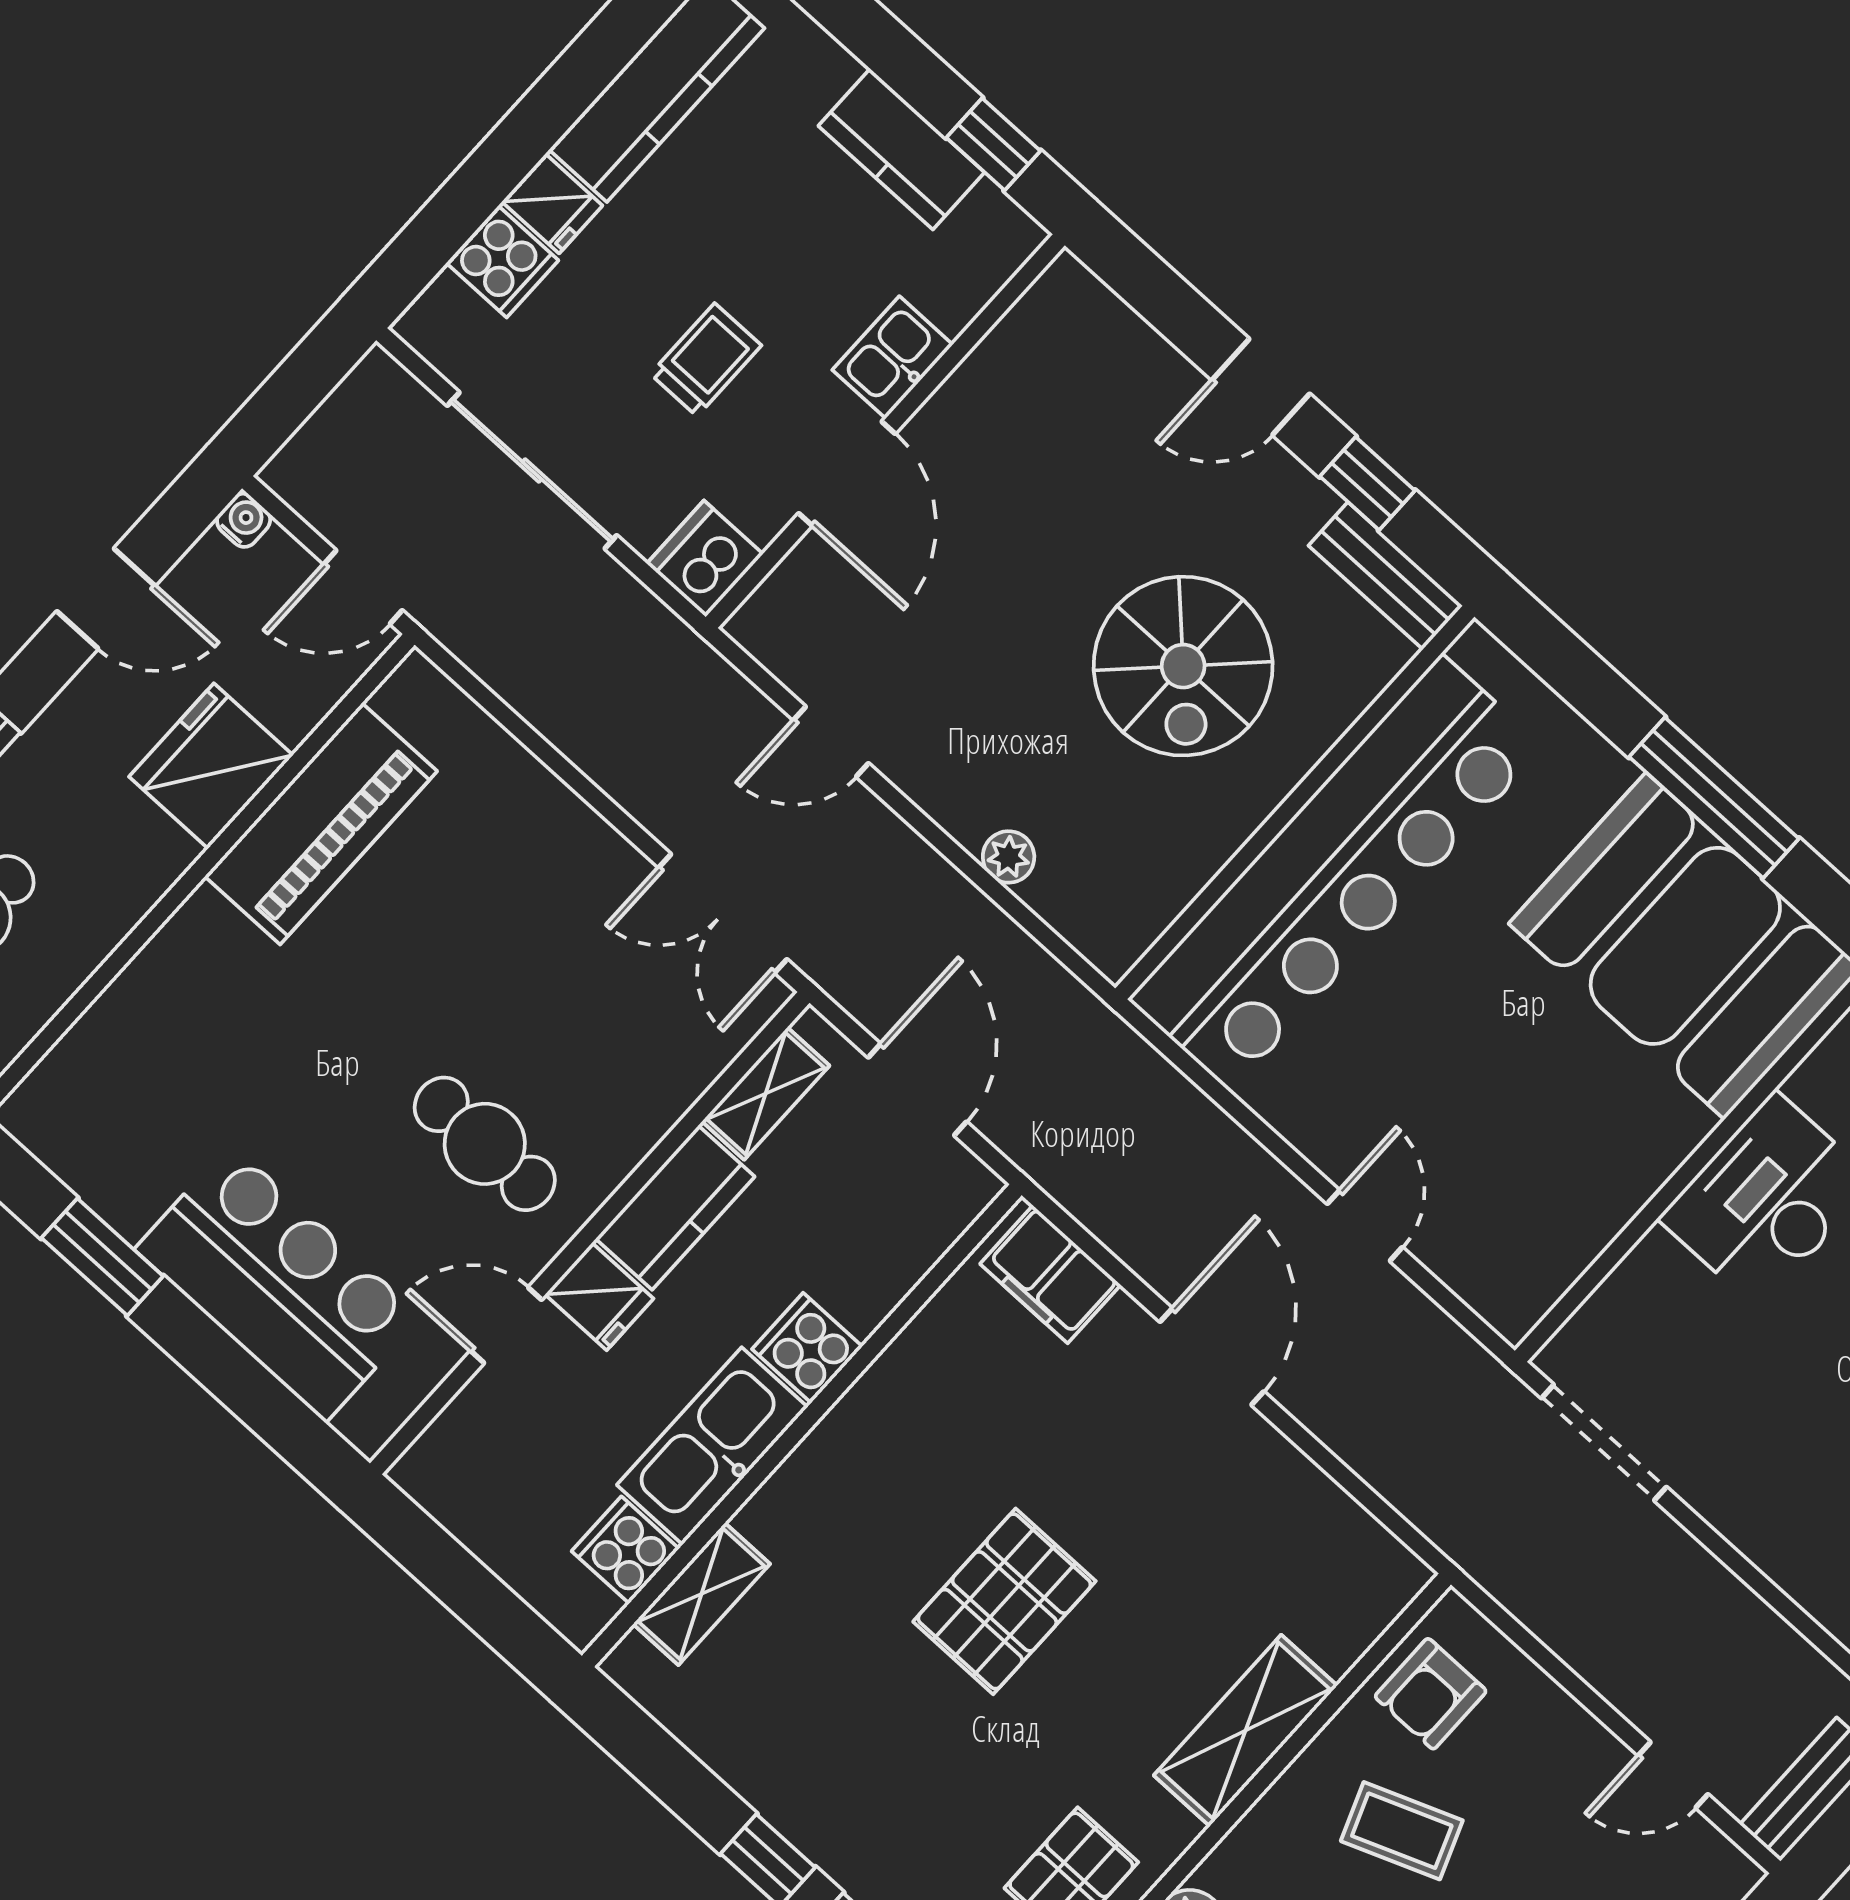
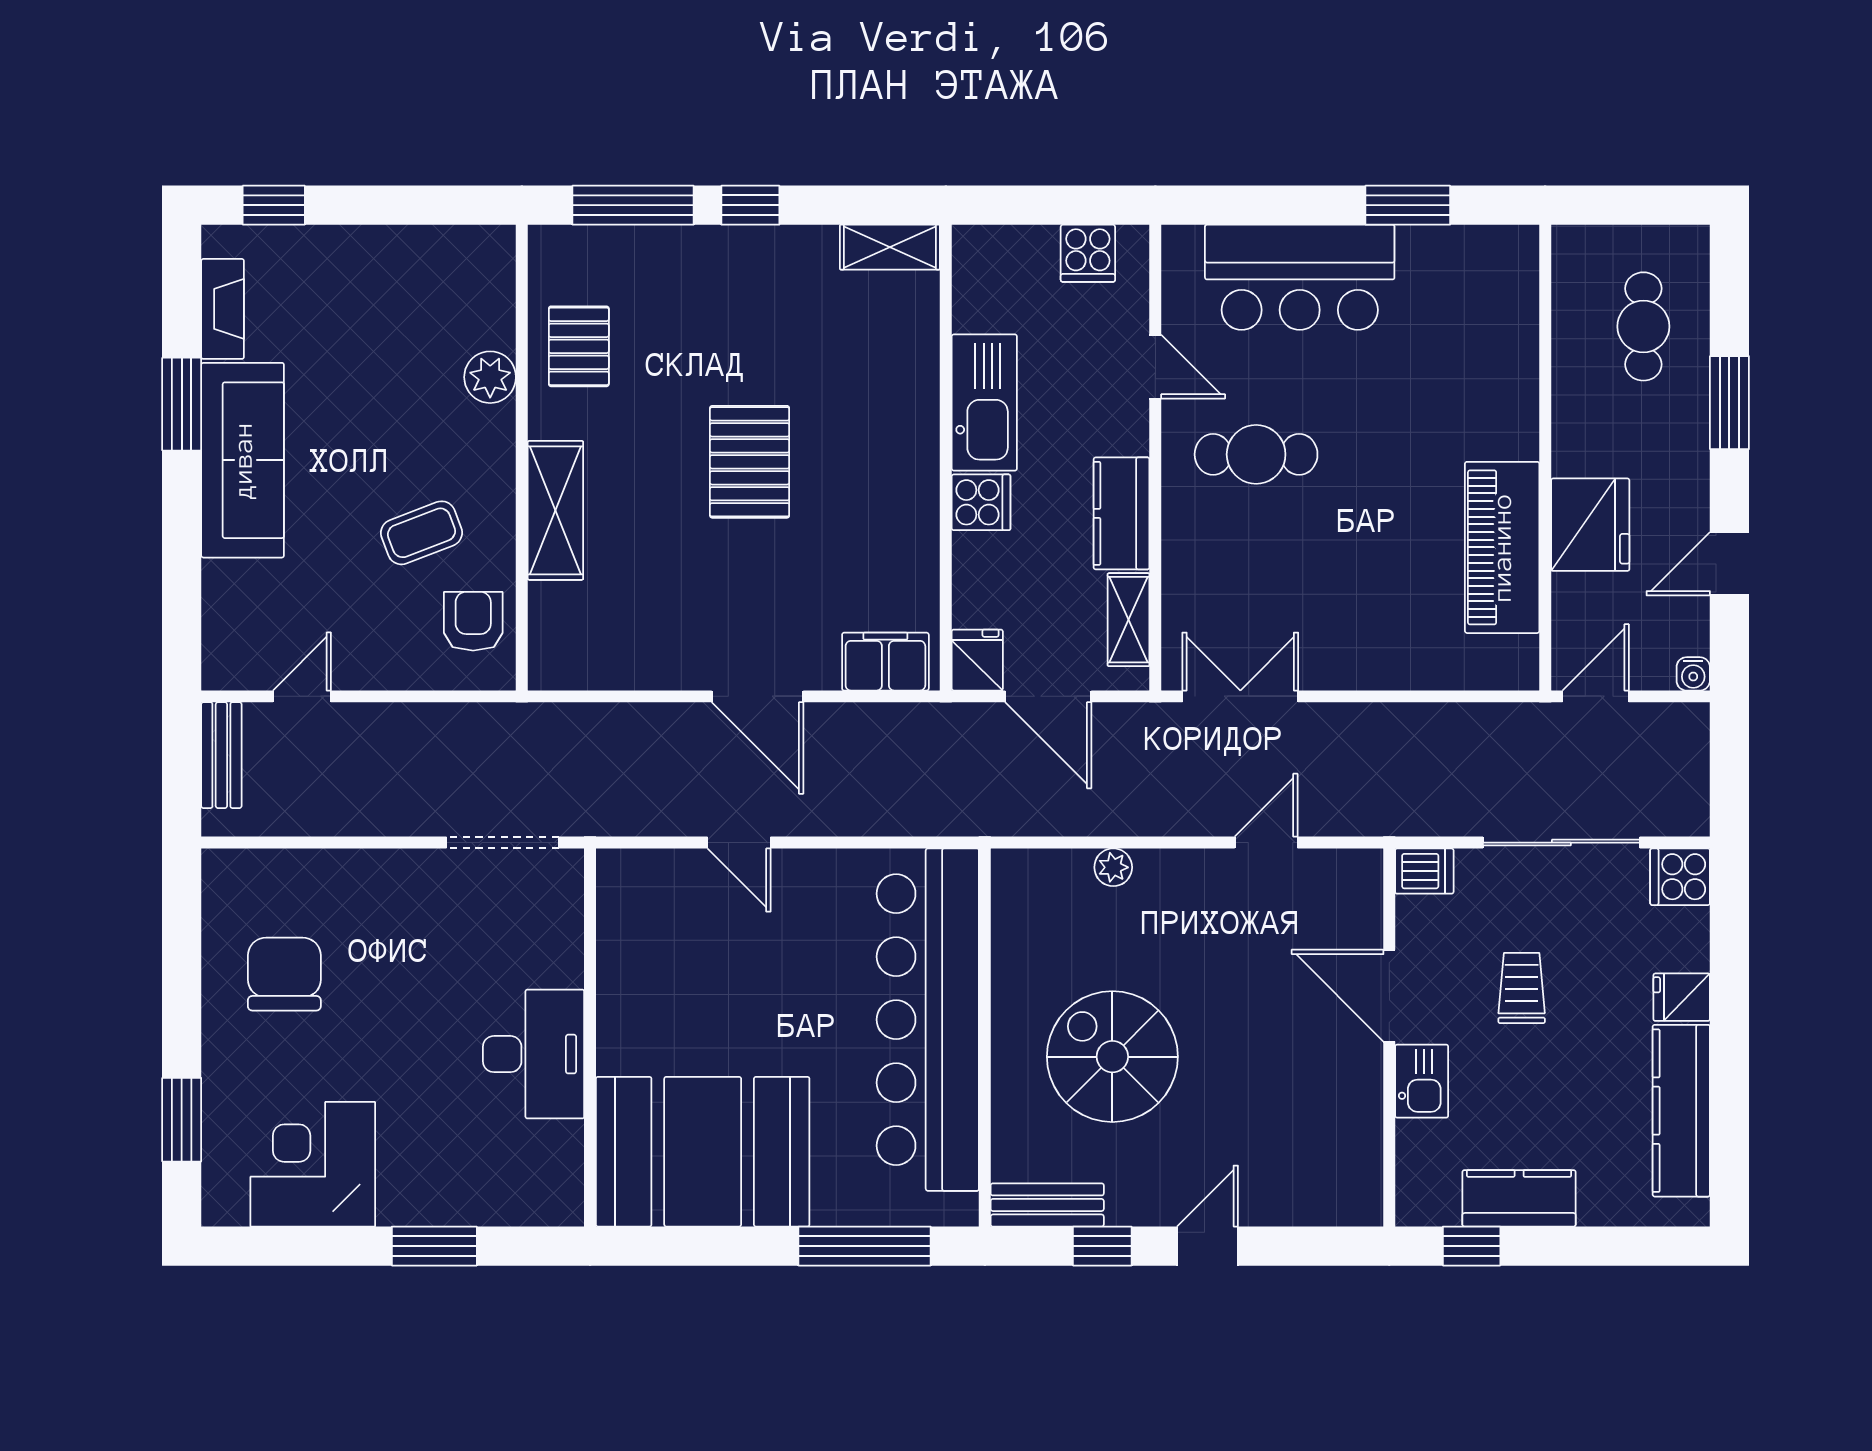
cooker: (502, 262) -> (1680, 877), moved
trolley: (706, 360) -> (1522, 988), turned 180
dishwasher: (705, 559) -> (1424, 871), width x0.73
window: (1714, 798) -> (865, 1246), moved
fridge: (599, 1296) -> (977, 660), moved, turned 90
door: (506, 1325) -> (1155, 367), hinge flipped
cooker: (625, 1550) -> (1088, 253), moved, turned 90
shelving: (701, 1594) -> (890, 247), moved, turned 90

